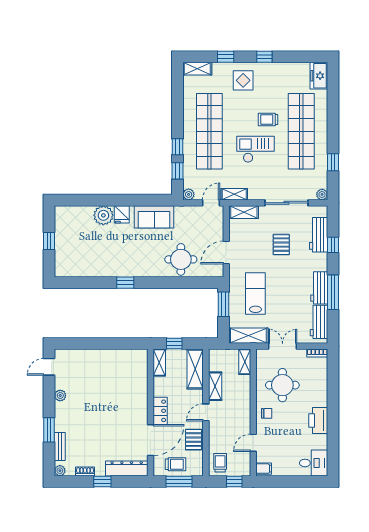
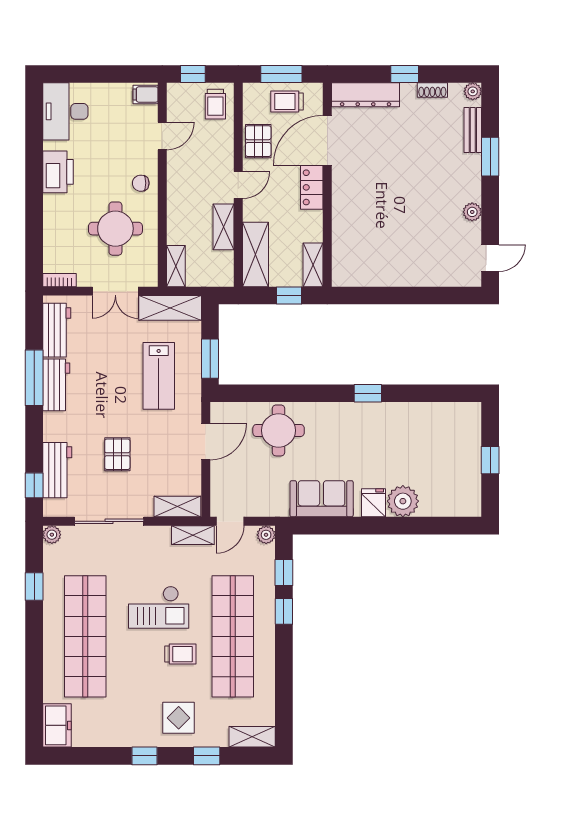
trolley: (268, 119) -> (180, 654), moved
window: (333, 245) -> (34, 485), moved
desk: (314, 463) -> (65, 111), width x1.37

